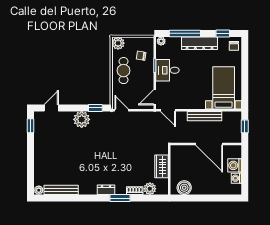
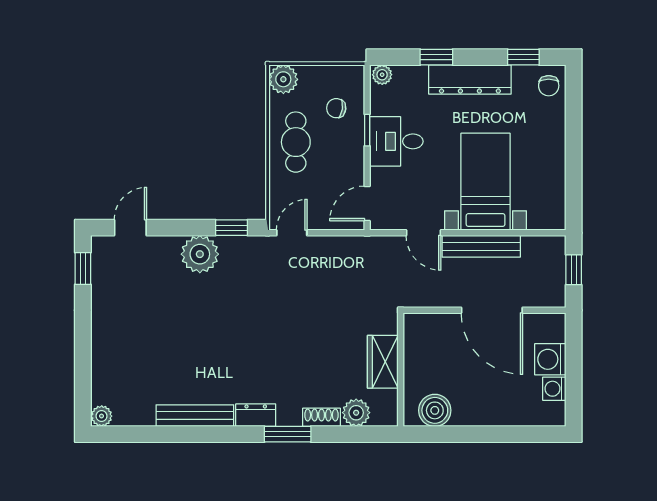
window: (185, 33) -> (436, 57), width x0.46
bed with nightstands: (224, 88) -> (486, 182), moved
door: (122, 110) -> (292, 233), hinge flipped
door: (168, 110) -> (423, 233), moved
bench: (61, 190) -> (195, 416), moved

